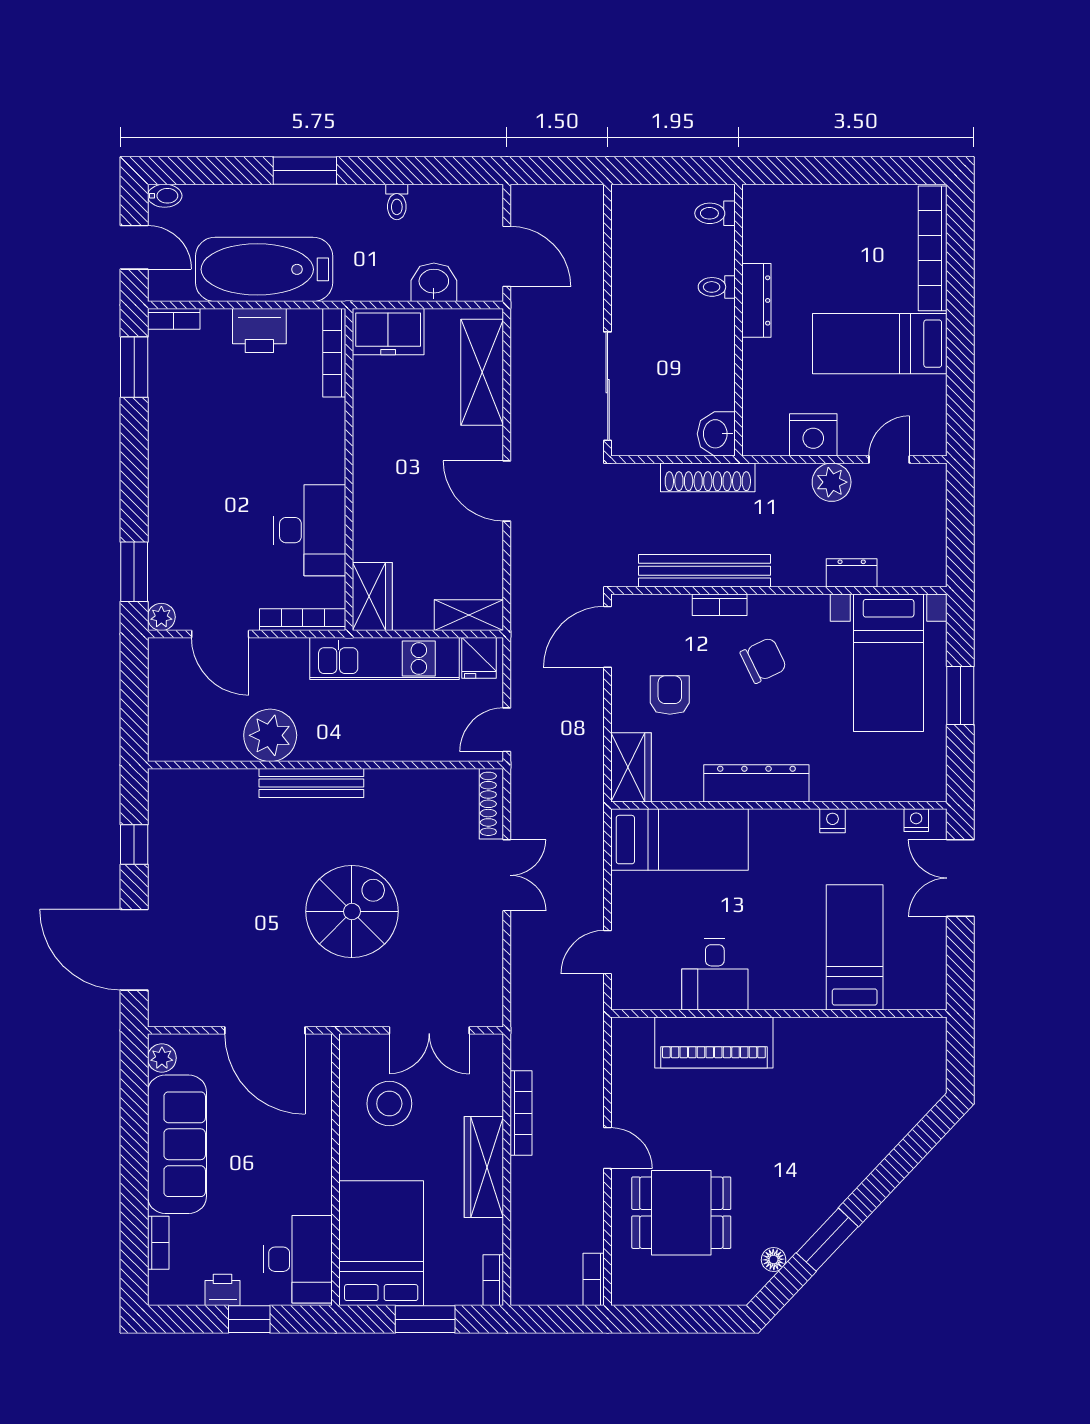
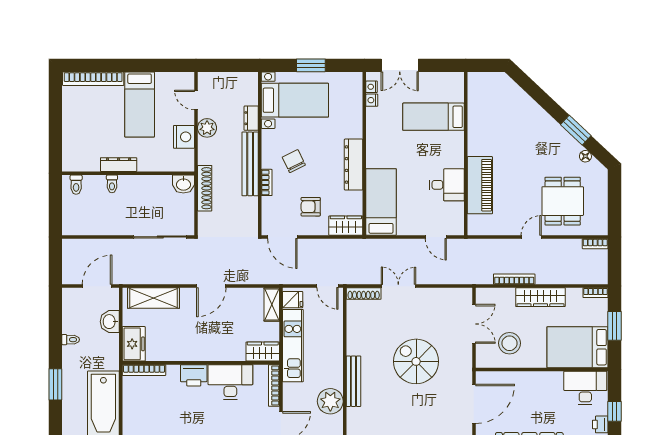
printer: (259, 331) -> (194, 375), moved, turned 90
bench: (705, 571) -> (250, 164), moved
nightstand: (833, 821) -> (372, 100), moved

